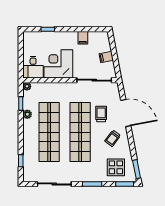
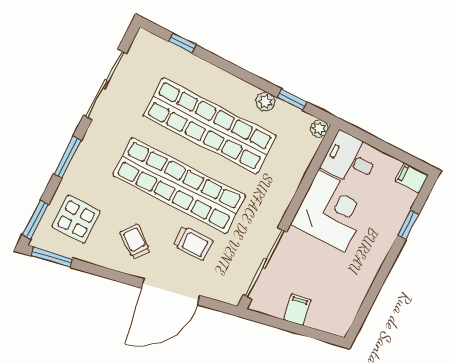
filing cabinet: (83, 38) -> (412, 178), moved

